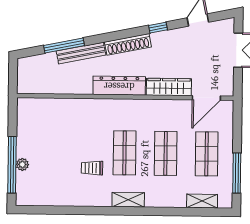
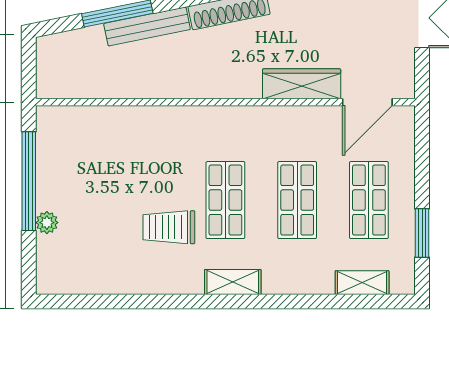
dresser: (119, 86) -> (215, 83), removed
window: (12, 165) -> (29, 181), moved
trolley: (92, 168) -> (169, 227), width x1.36, depth x1.39
window: (237, 173) -> (422, 233), width x0.69

